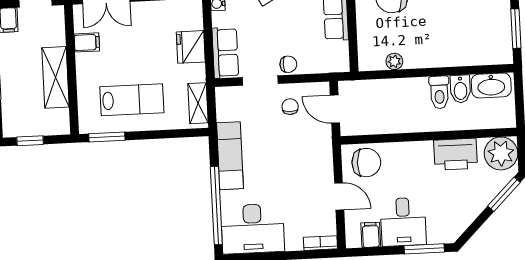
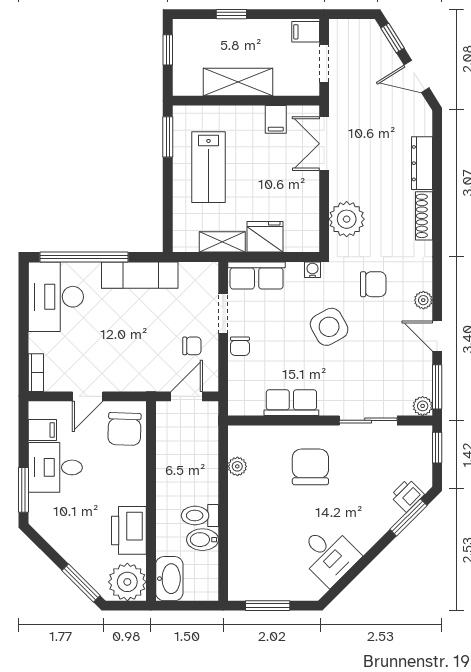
washbasin: (491, 85) -> (169, 579), moved, turned 180
shelving: (198, 103) -> (222, 242), moved

